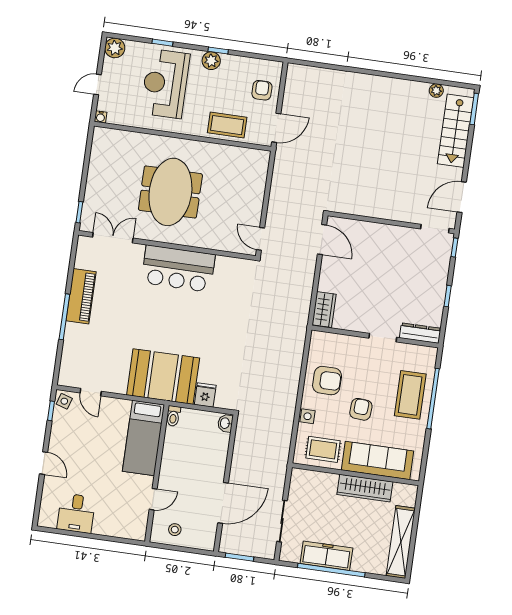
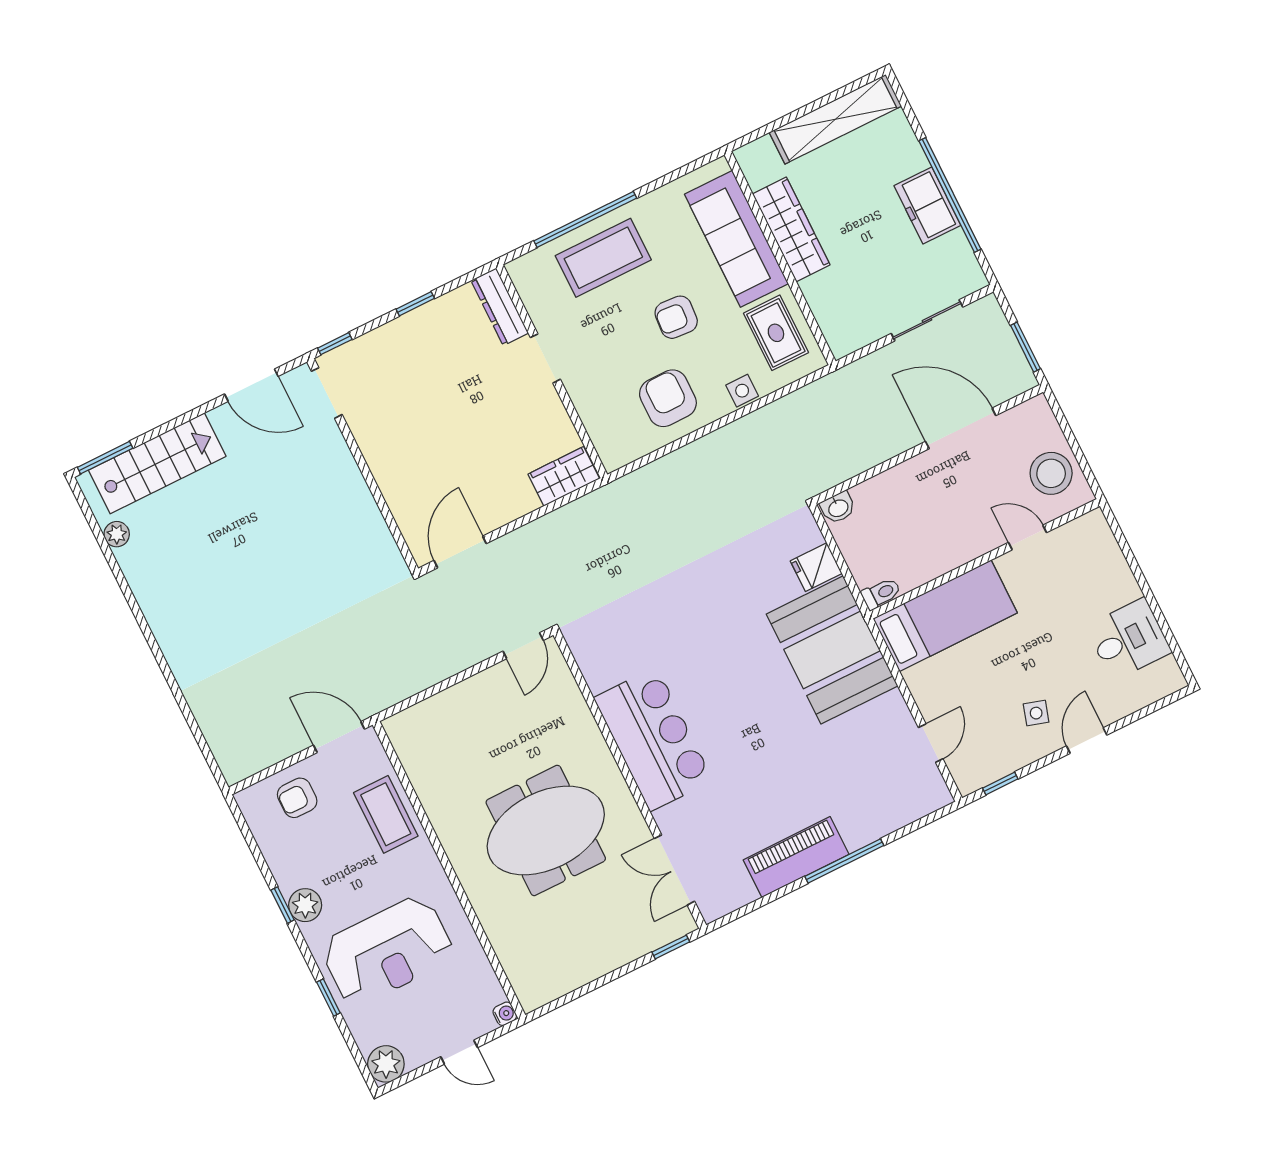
side table: (64, 401) -> (1036, 713), moved
stool: (175, 530) -> (1051, 473), width x1.89, depth x1.89
freezer: (326, 556) -> (927, 205), width x0.71

